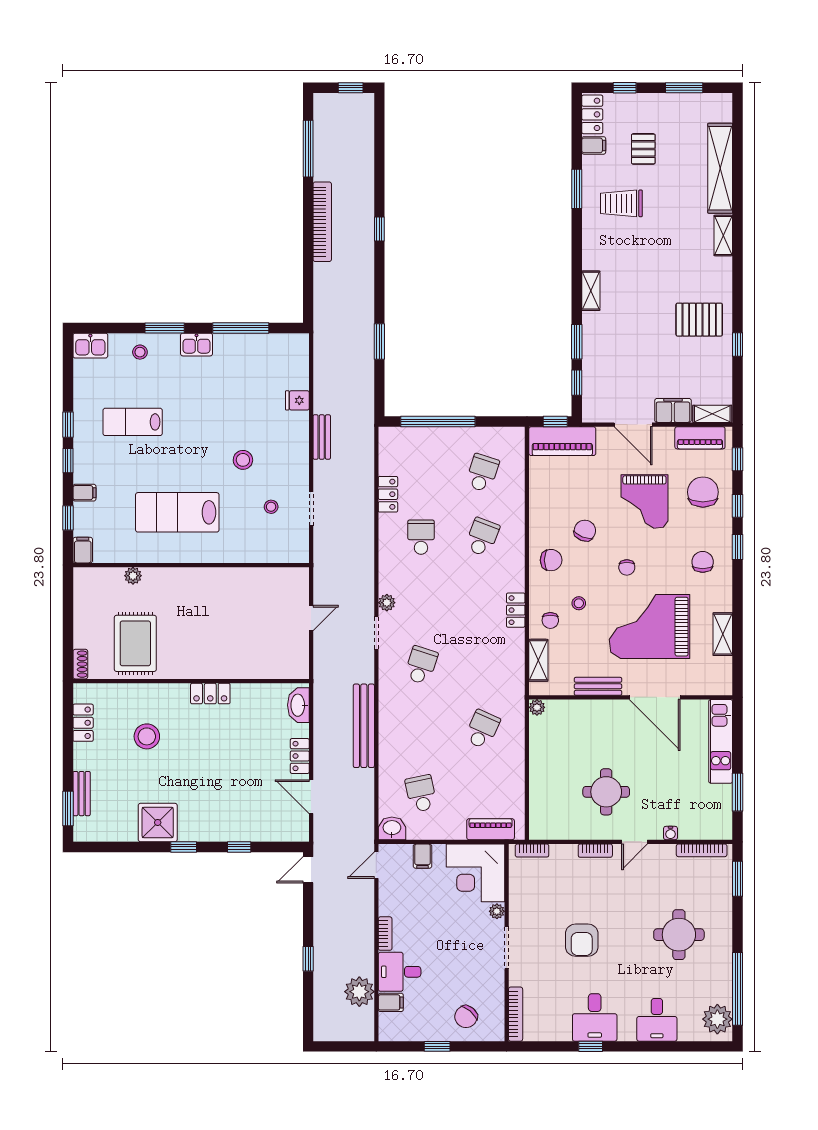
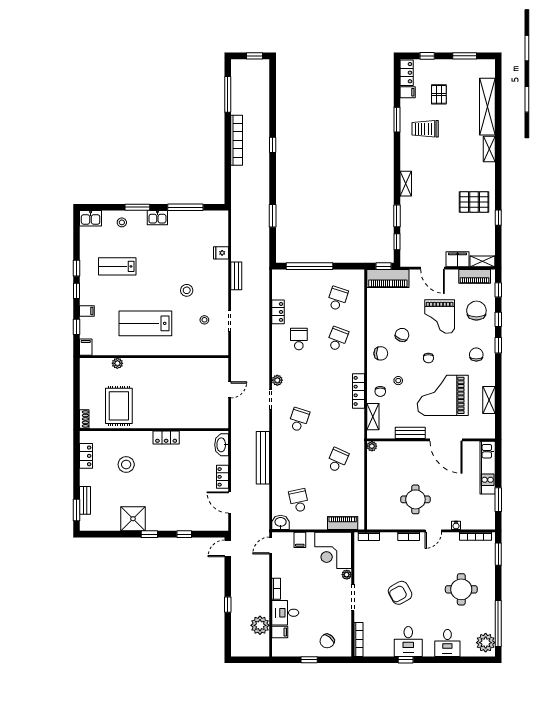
locker: (516, 610) -> (358, 391), width x1.53
armchair: (582, 940) -> (400, 593), turned 61

